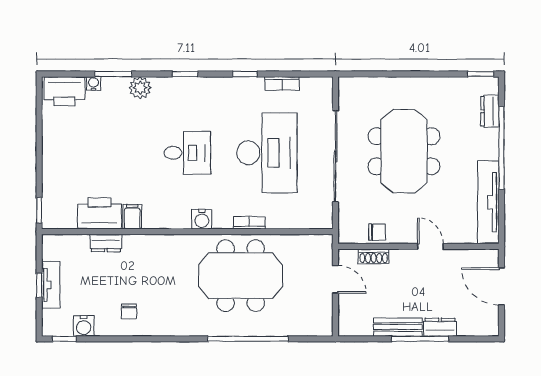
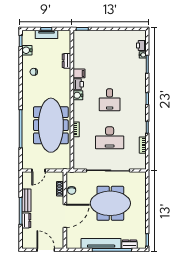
plant: (140, 88) -> (141, 77), removed
printer: (64, 91) -> (141, 46), width x0.53, depth x0.68
desk: (267, 153) -> (110, 138), width x0.73, depth x0.77
tv unit: (488, 202) -> (101, 244), moved
printer: (99, 213) -> (78, 84), moved, width x0.53, depth x0.68
water cooler: (202, 219) -> (78, 95), moved
door: (430, 246) -> (65, 216), width x1.87
meeting table: (241, 276) -> (51, 125), width x1.36
door: (335, 279) -> (39, 171), moved
door: (501, 286) -> (46, 250), hinge flipped

